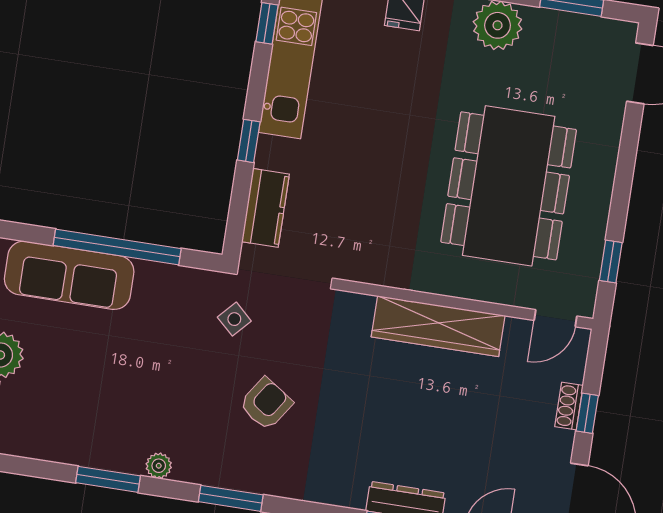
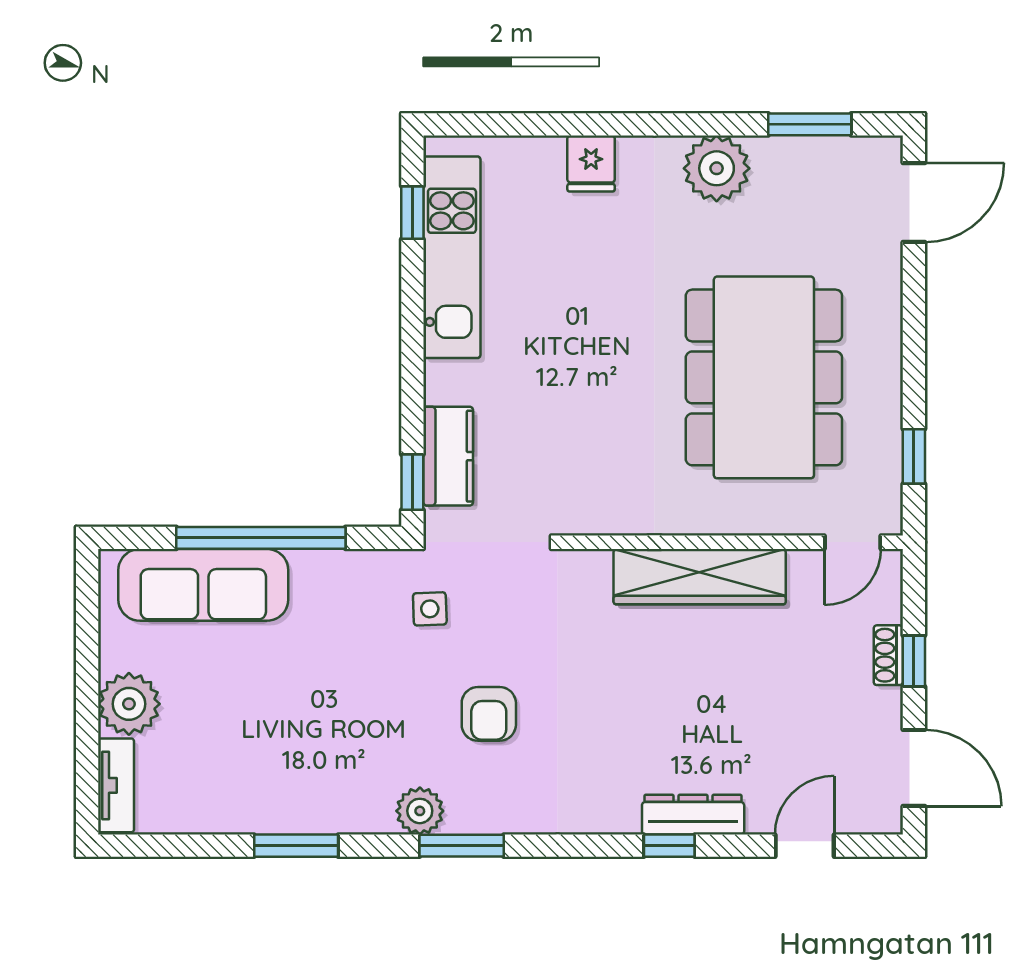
window: (249, 141) -> (412, 482), moved
side table: (234, 319) -> (430, 609), turned 45
armchair: (266, 404) -> (489, 714), turned 146
plant: (159, 466) -> (420, 811), moved, width x1.38, depth x1.38

